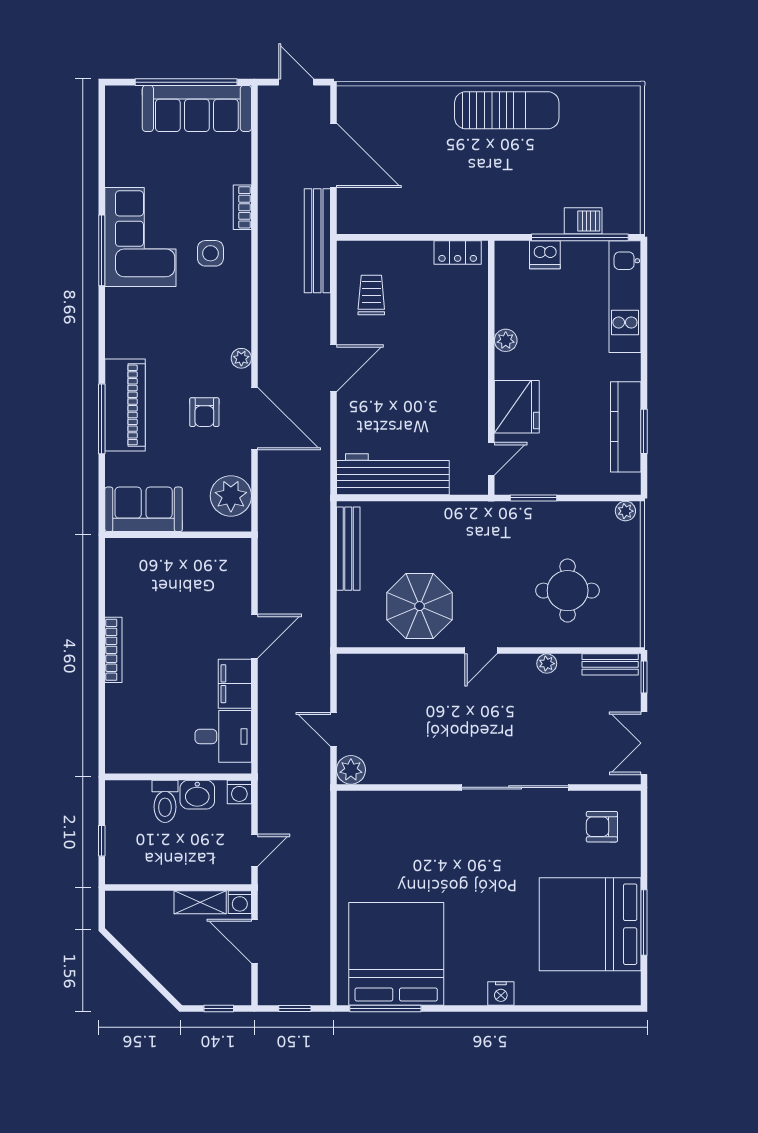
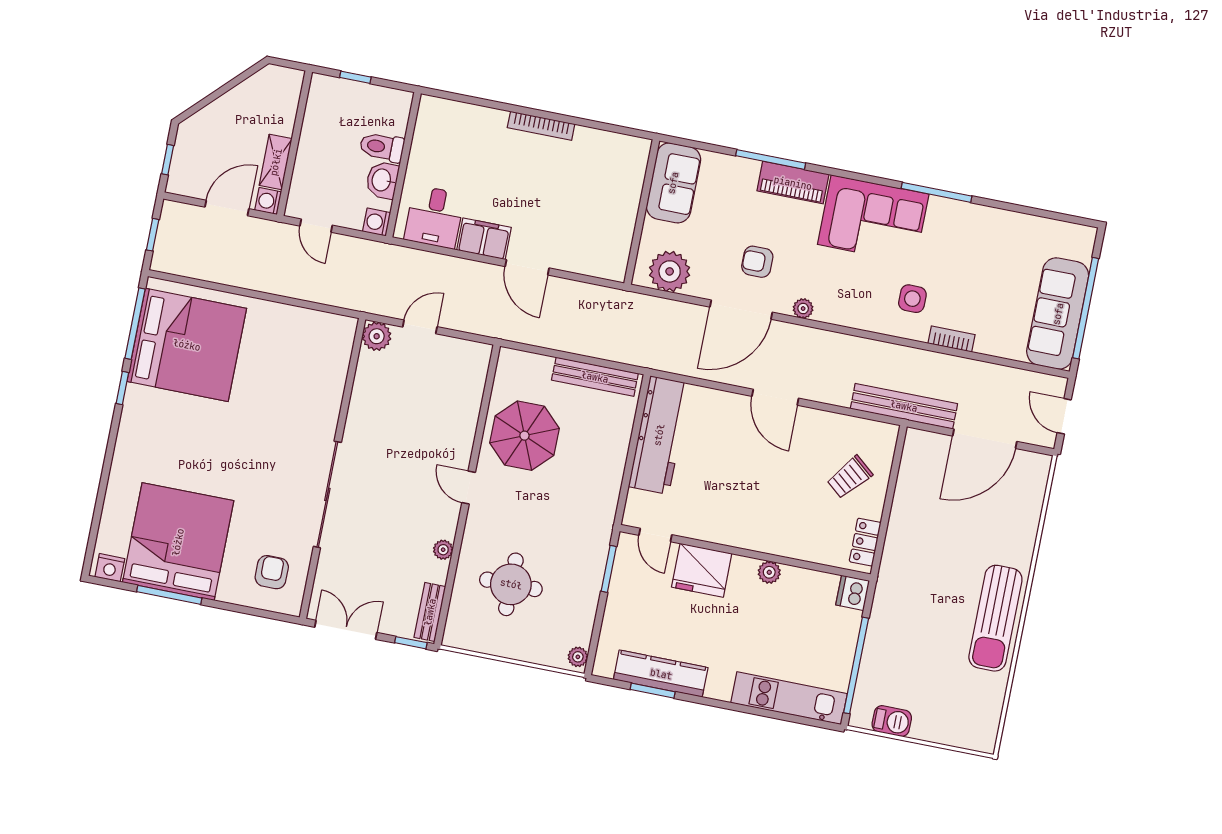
door: (296, 82) -> (1064, 416), swing flipped
barbecue: (583, 221) -> (892, 721), moved, turned -90
corner sofa: (140, 237) -> (873, 219), moved
dishwasher: (545, 255) -> (853, 593), moved
trolley: (371, 295) -> (850, 477), moved, turned 130
piano: (125, 405) -> (793, 183), width x0.73, depth x0.75
nightstand: (501, 993) -> (110, 568), moved, turned -90
window: (451, 1008) -> (122, 388), added

